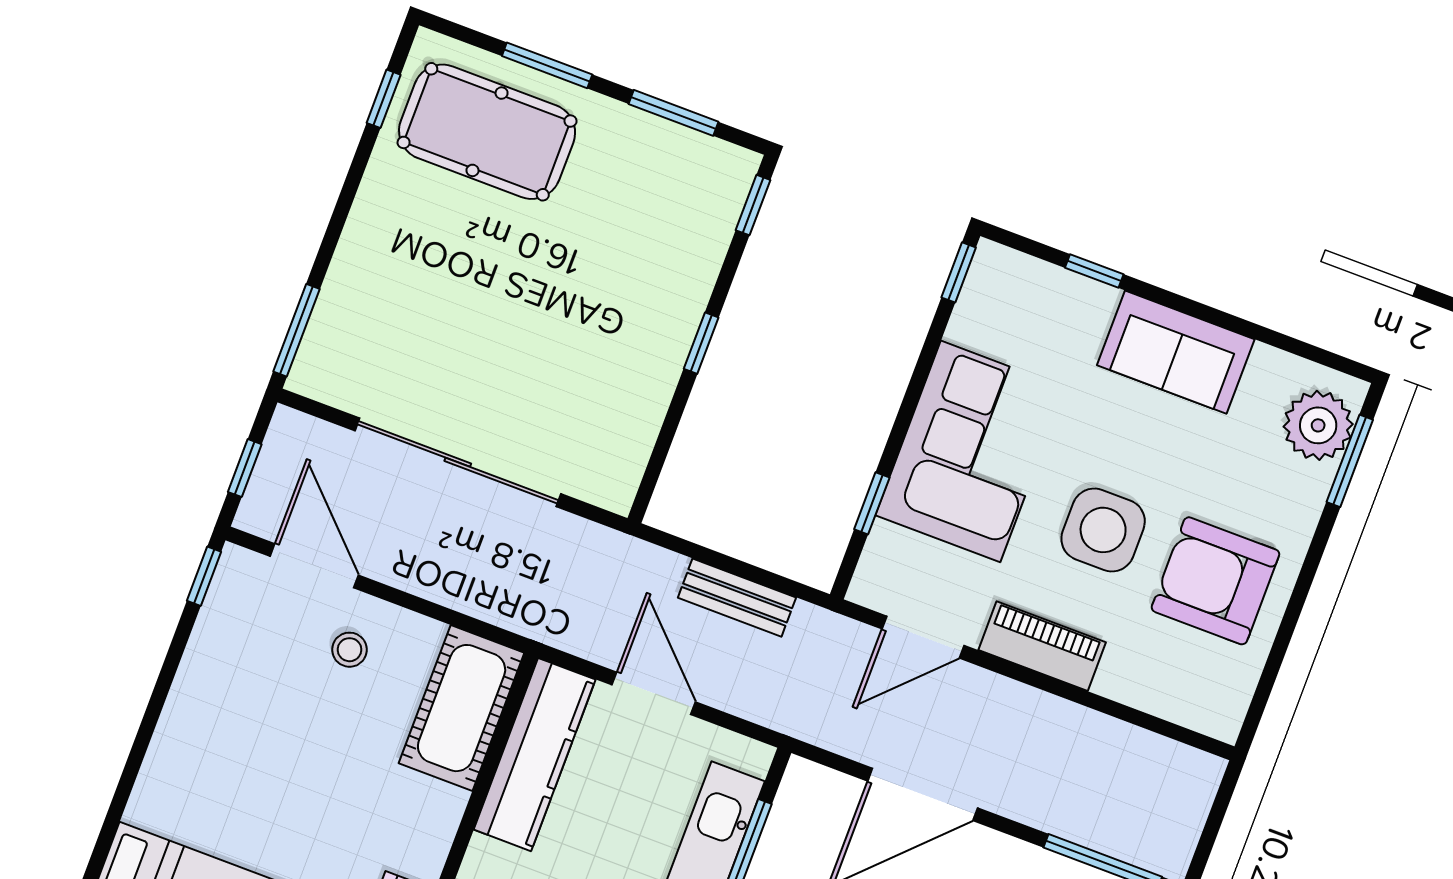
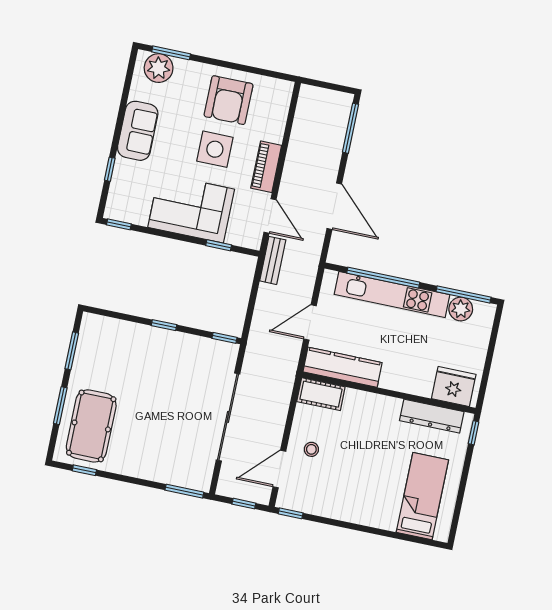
window: (753, 205) -> (224, 338), moved
bench: (737, 598) -> (273, 260), moved
cot: (462, 708) -> (321, 394), width x0.73, depth x0.75

